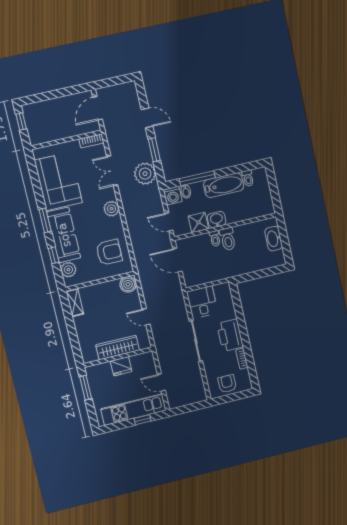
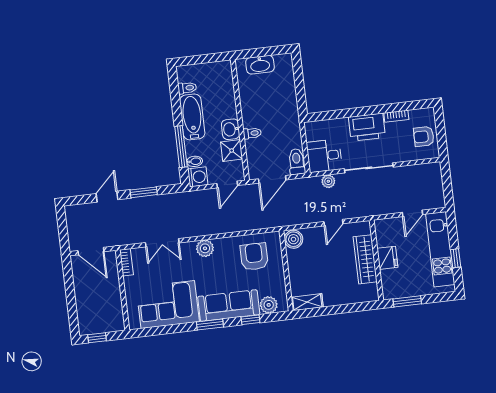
plant: (145, 174) -> (328, 181), moved, width x0.53, depth x0.53
toilet: (228, 239) -> (297, 162), moved, turned -90
window: (142, 420) -> (456, 258), moved

